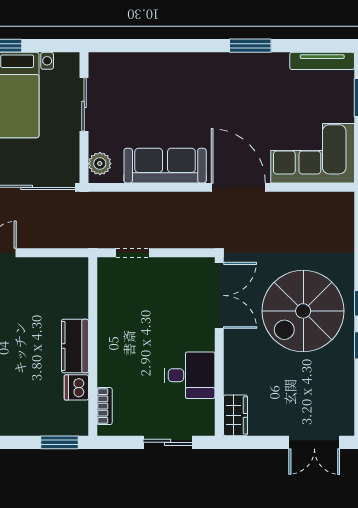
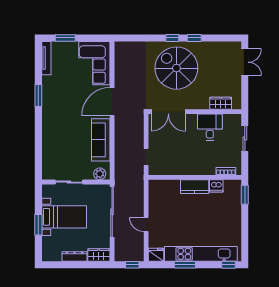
double door: (219, 295) -> (168, 112), swing flipped
spiral stairs: (303, 311) -> (176, 68), turned 180
wardrobe: (235, 415) -> (221, 103), moved

